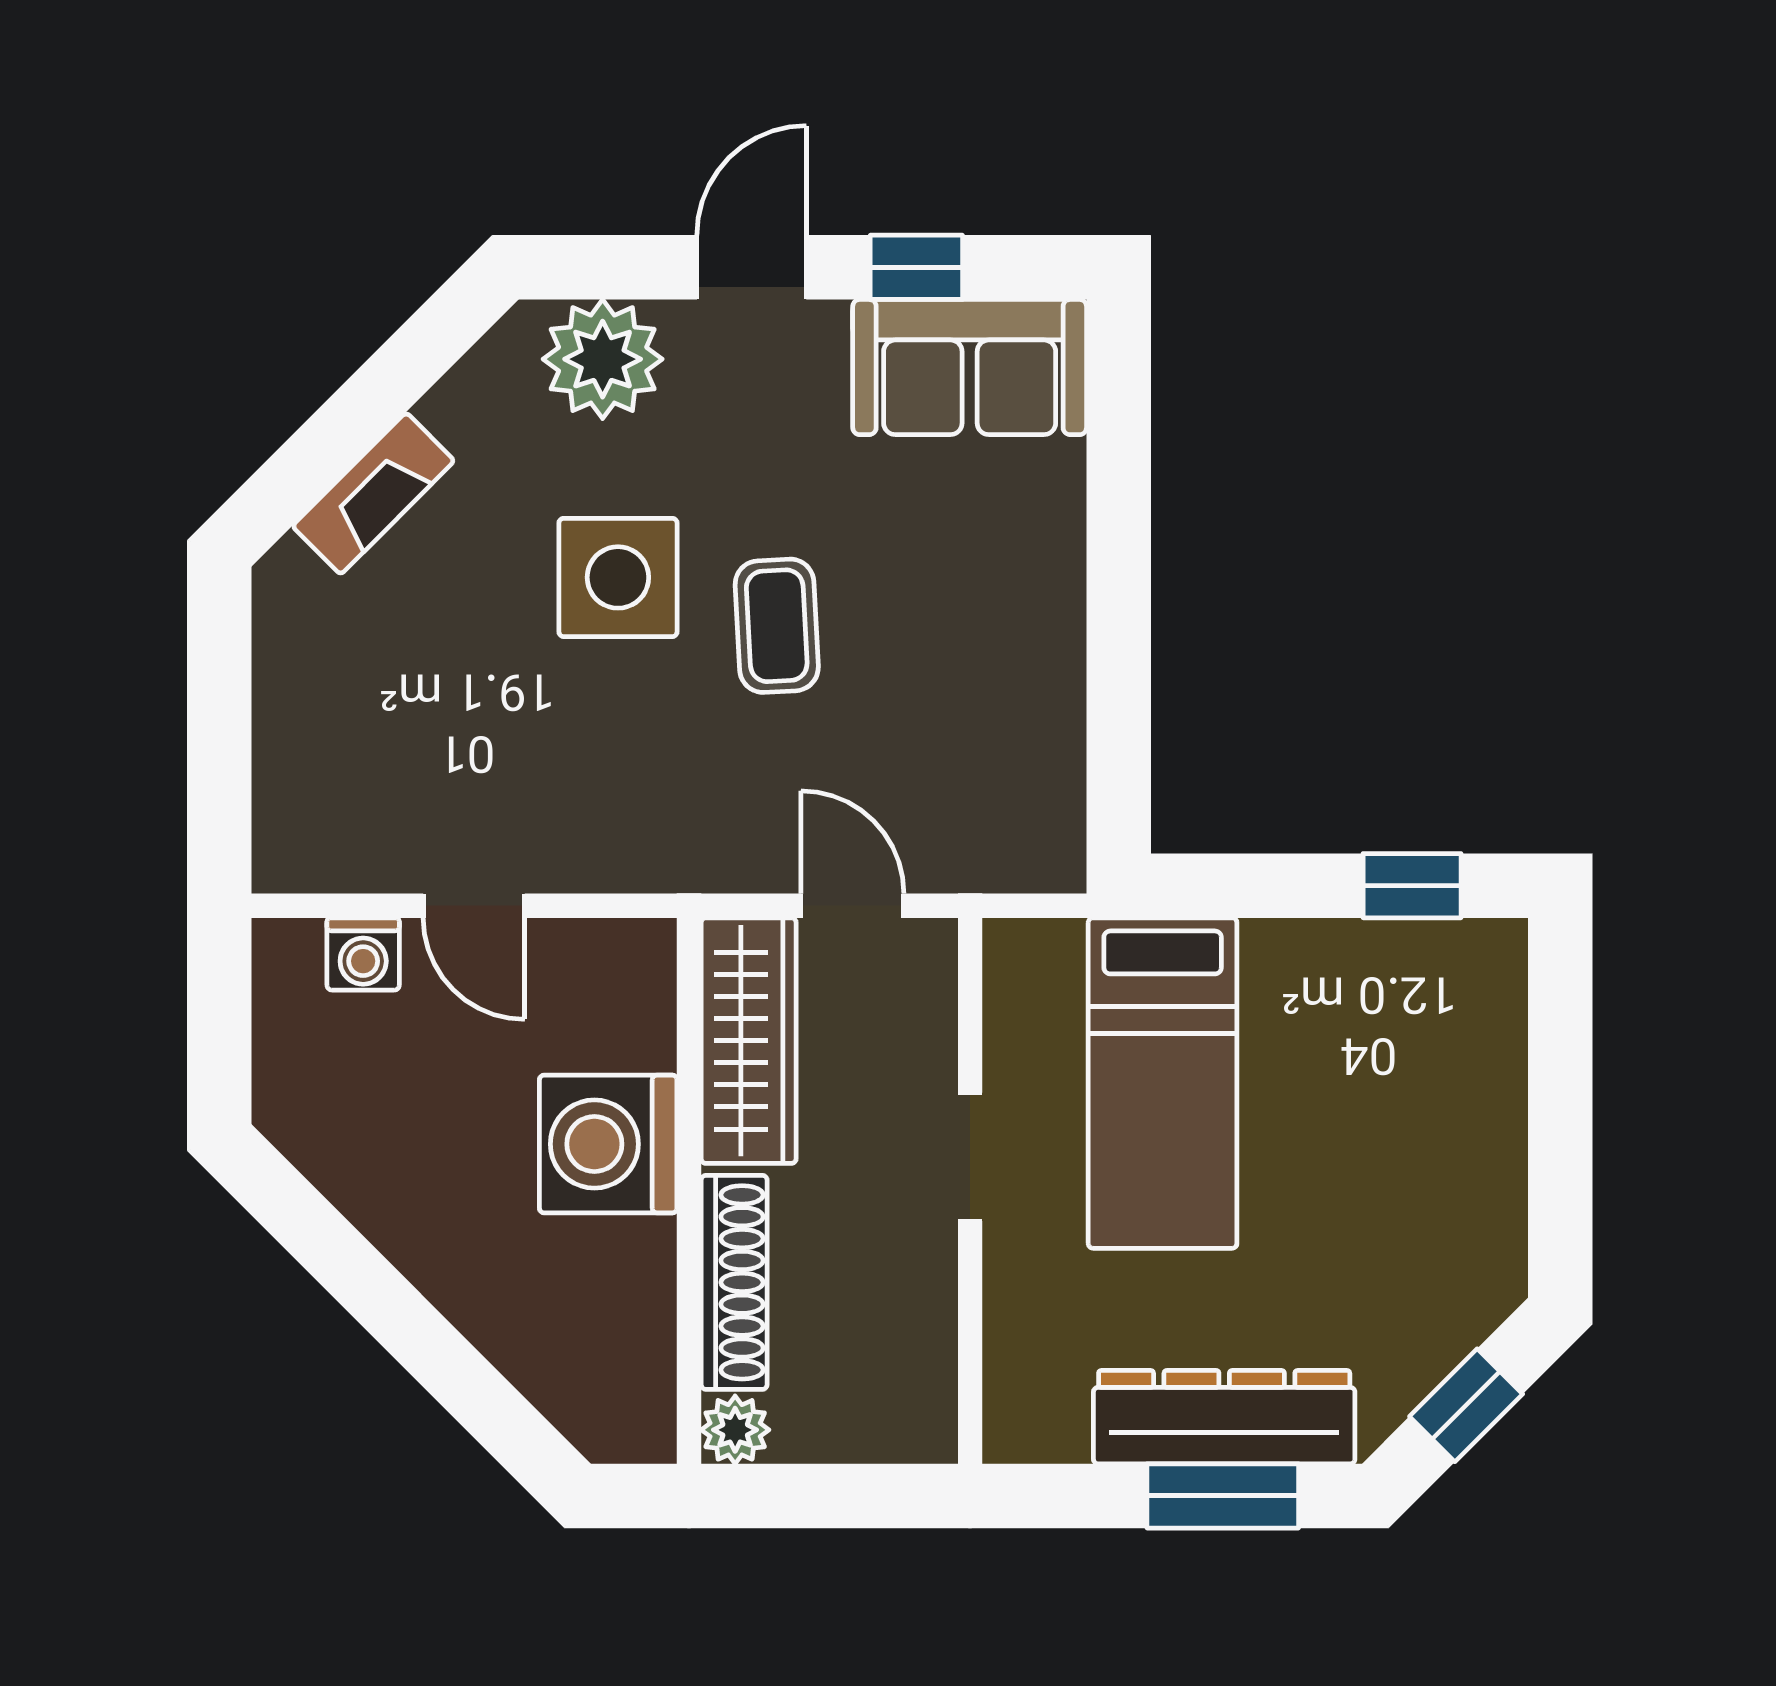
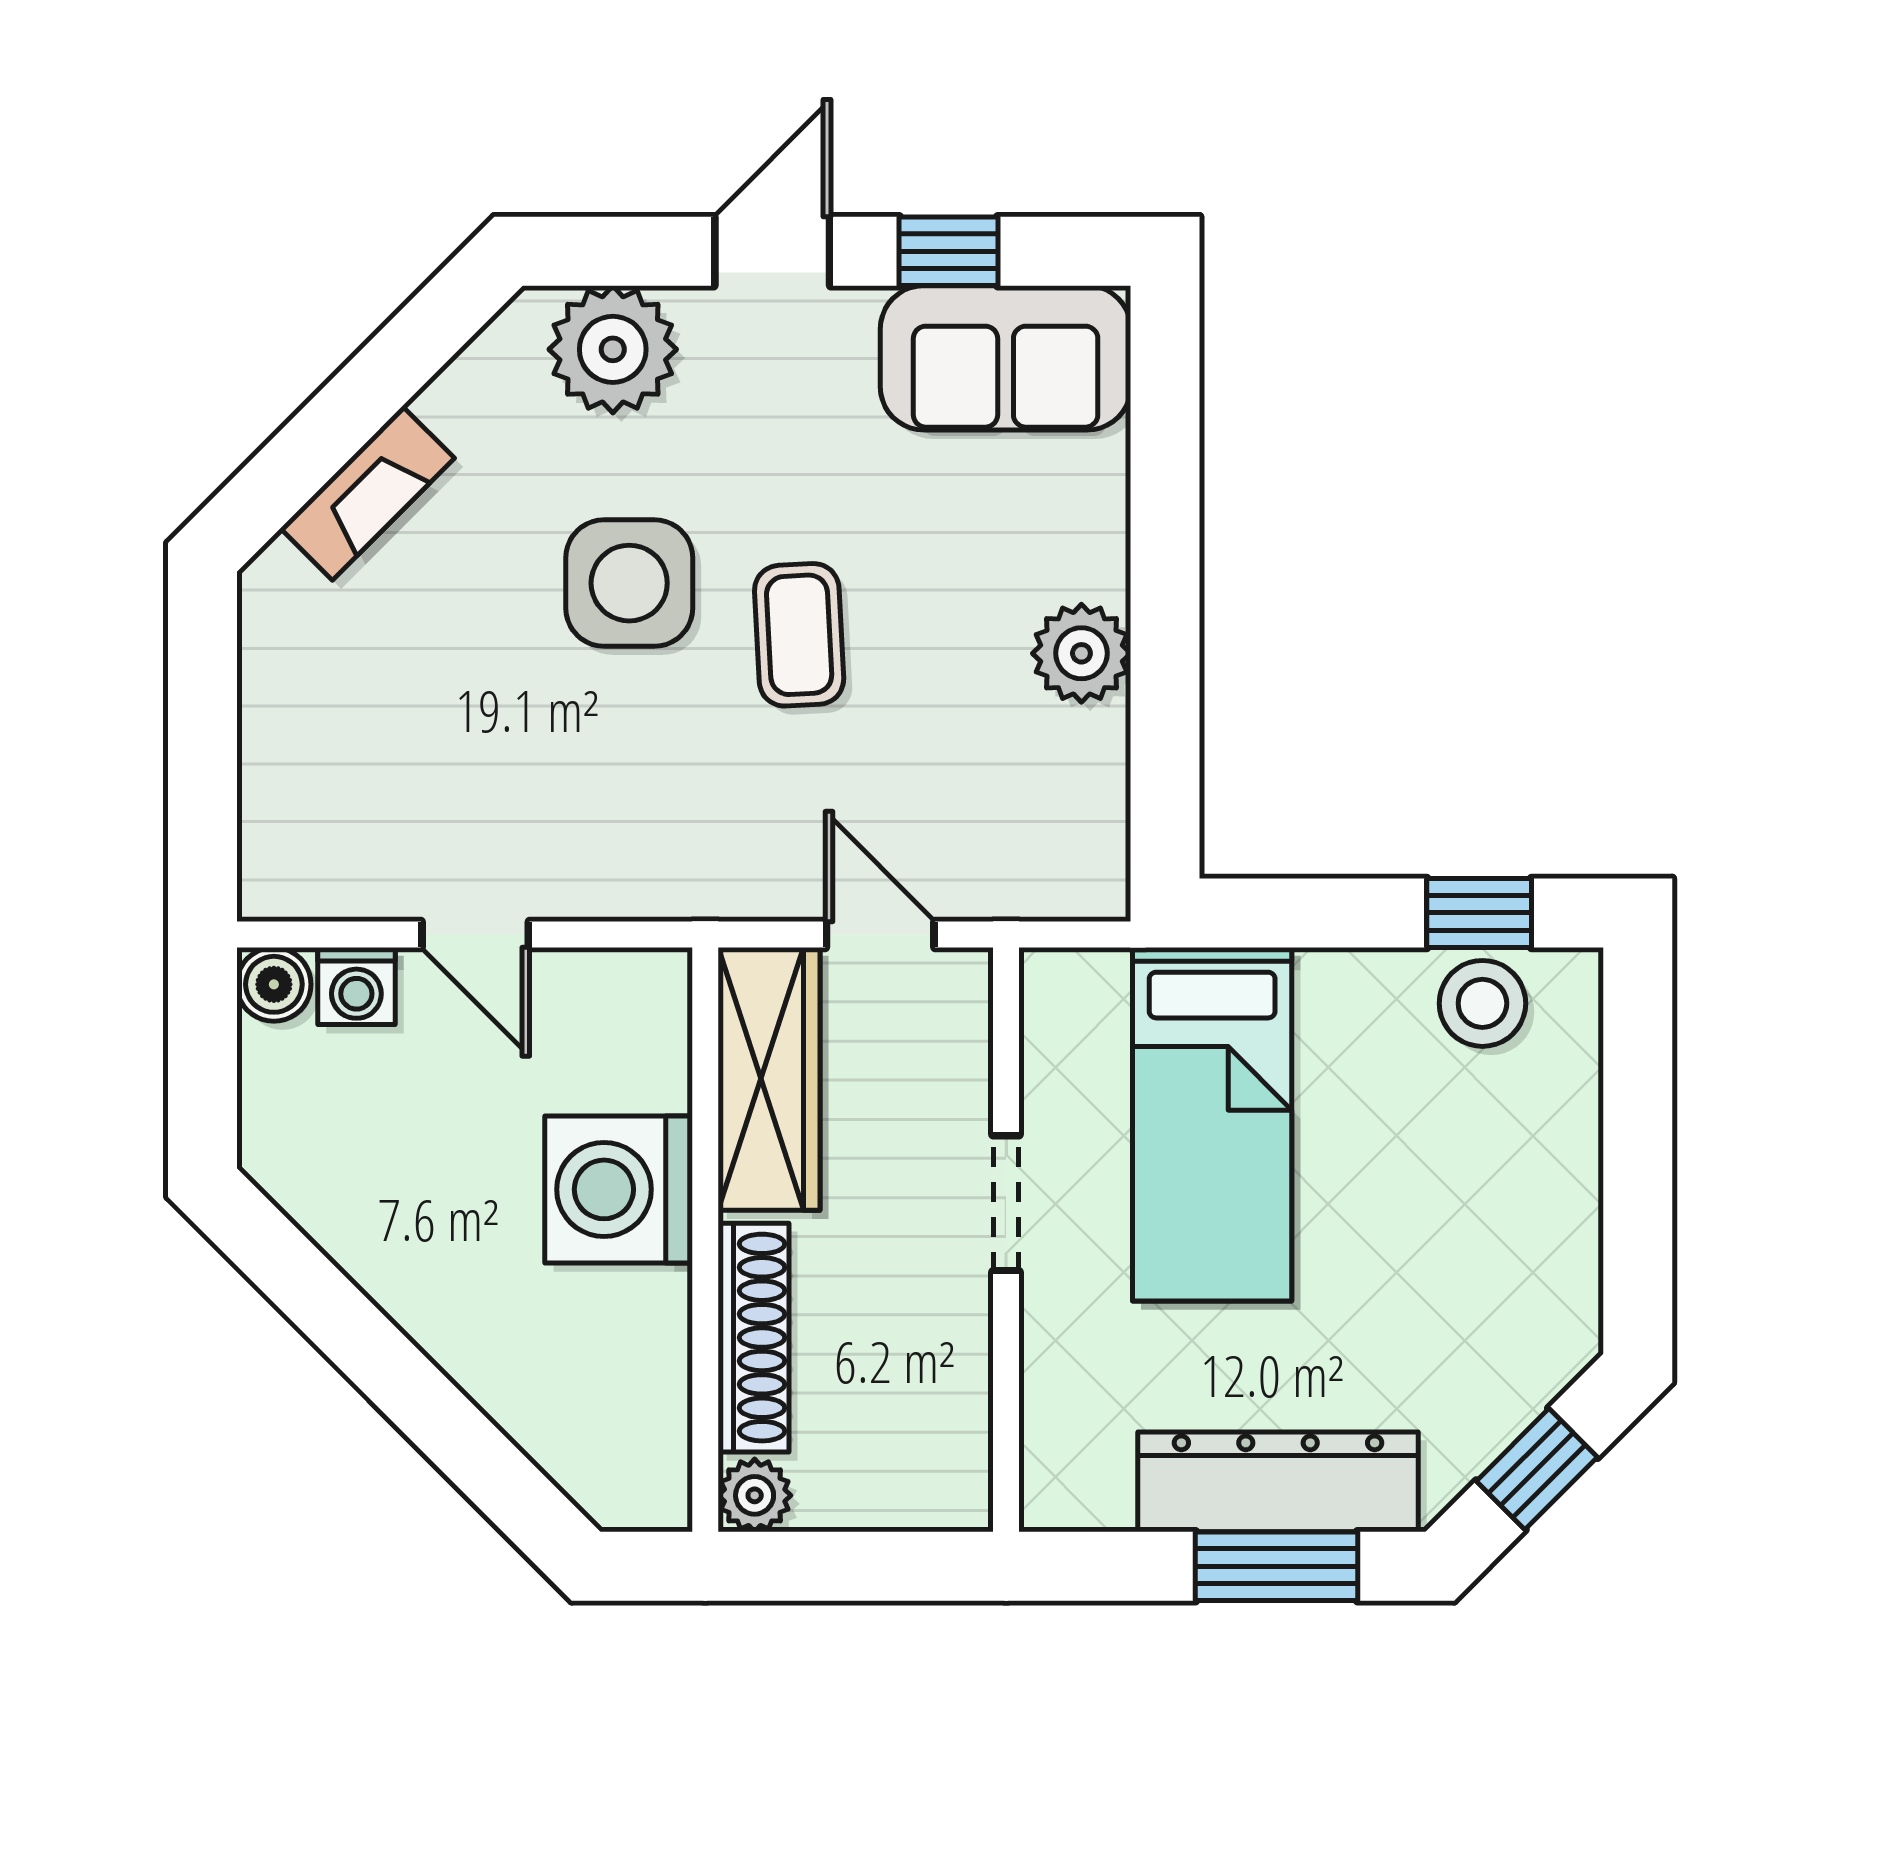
plant: (1041, 643) -> (1081, 653), added
boiler: (286, 952) -> (274, 984), added
stool: (1415, 970) -> (1482, 1003), added

